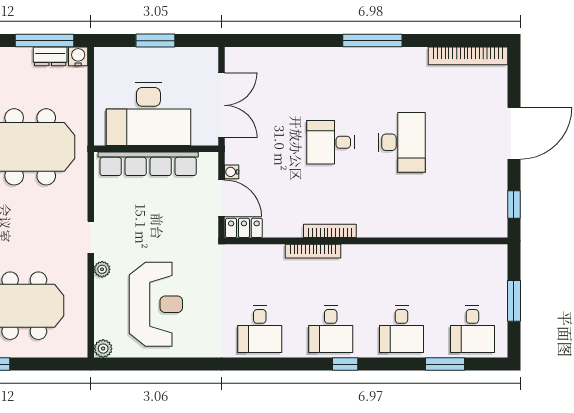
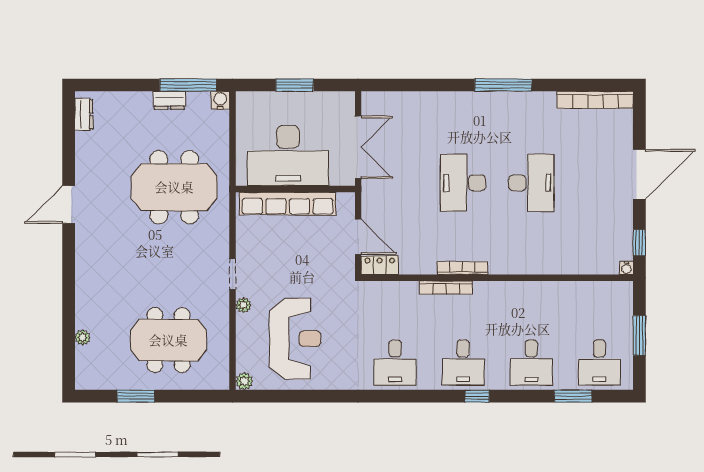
dresser: (50, 56) -> (169, 100), moved
desk: (331, 142) -> (463, 183), width x1.37
water cooler: (232, 172) -> (626, 268), moved, turned -90

